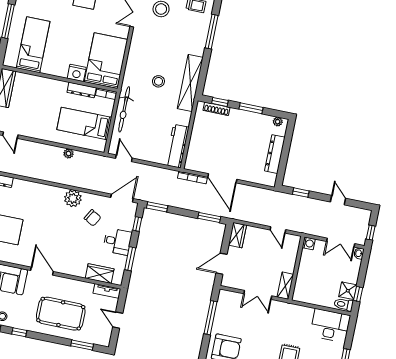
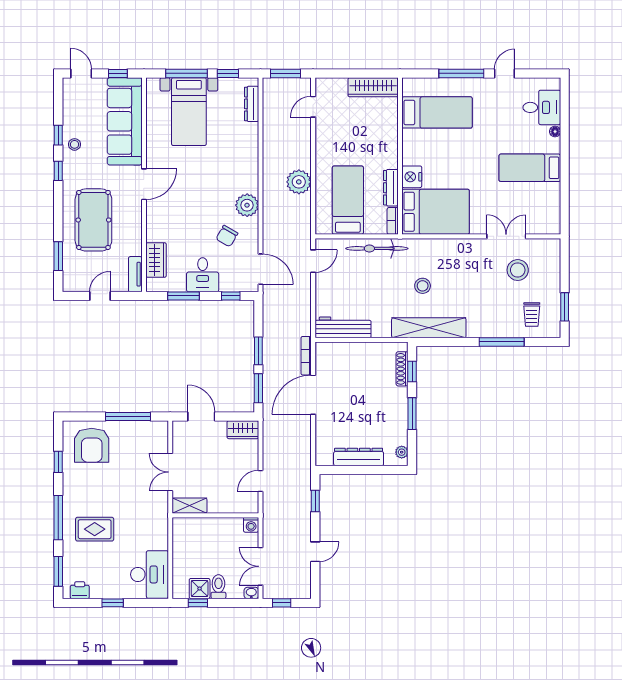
plant: (69, 153) -> (299, 182), width x1.87, depth x1.87
window: (157, 207) -> (258, 351), moved
toilet: (344, 304) -> (218, 587), moved

